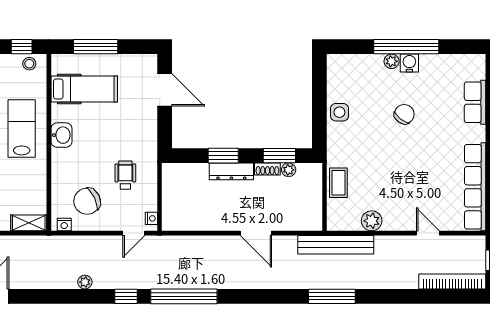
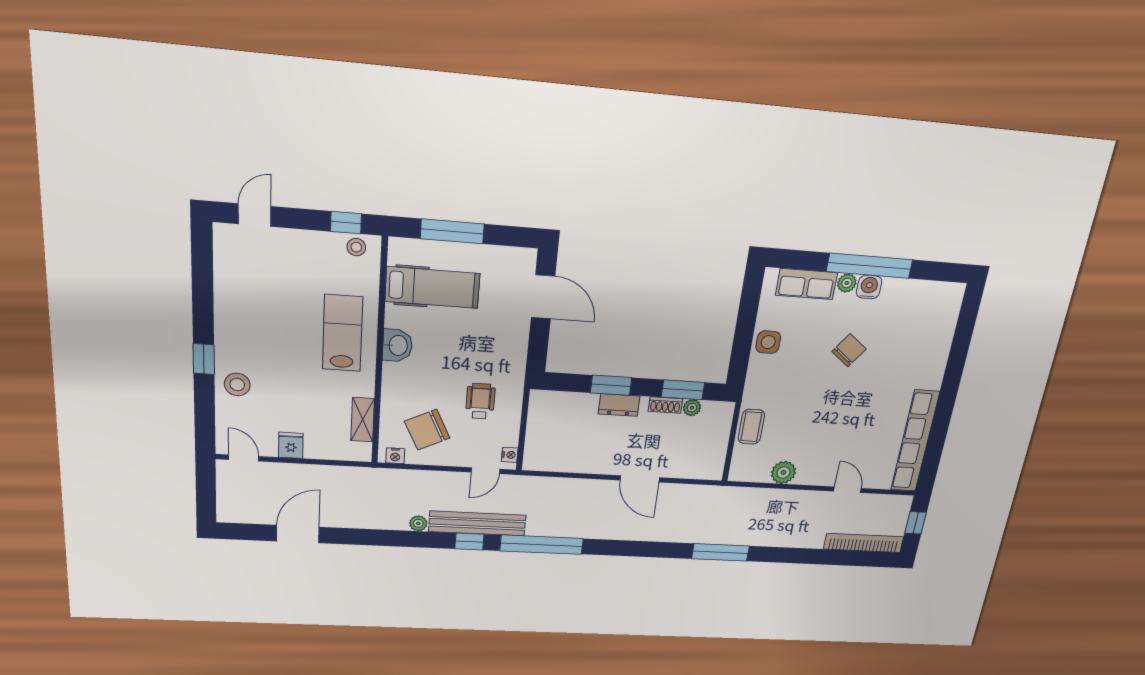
row of seats: (475, 102) -> (806, 284), moved, turned -90
dresser: (231, 171) -> (619, 405), width x0.70
shelving: (29, 223) -> (363, 420), moved, turned 90
bench: (336, 245) -> (477, 523), moved

